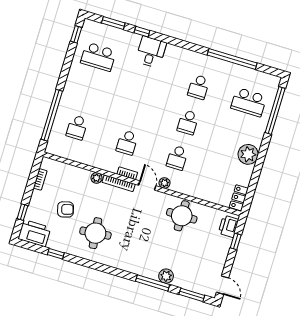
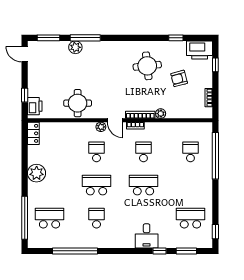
school desk: (138, 107) -> (143, 185), added
school desk: (188, 122) -> (97, 185), width x1.85

